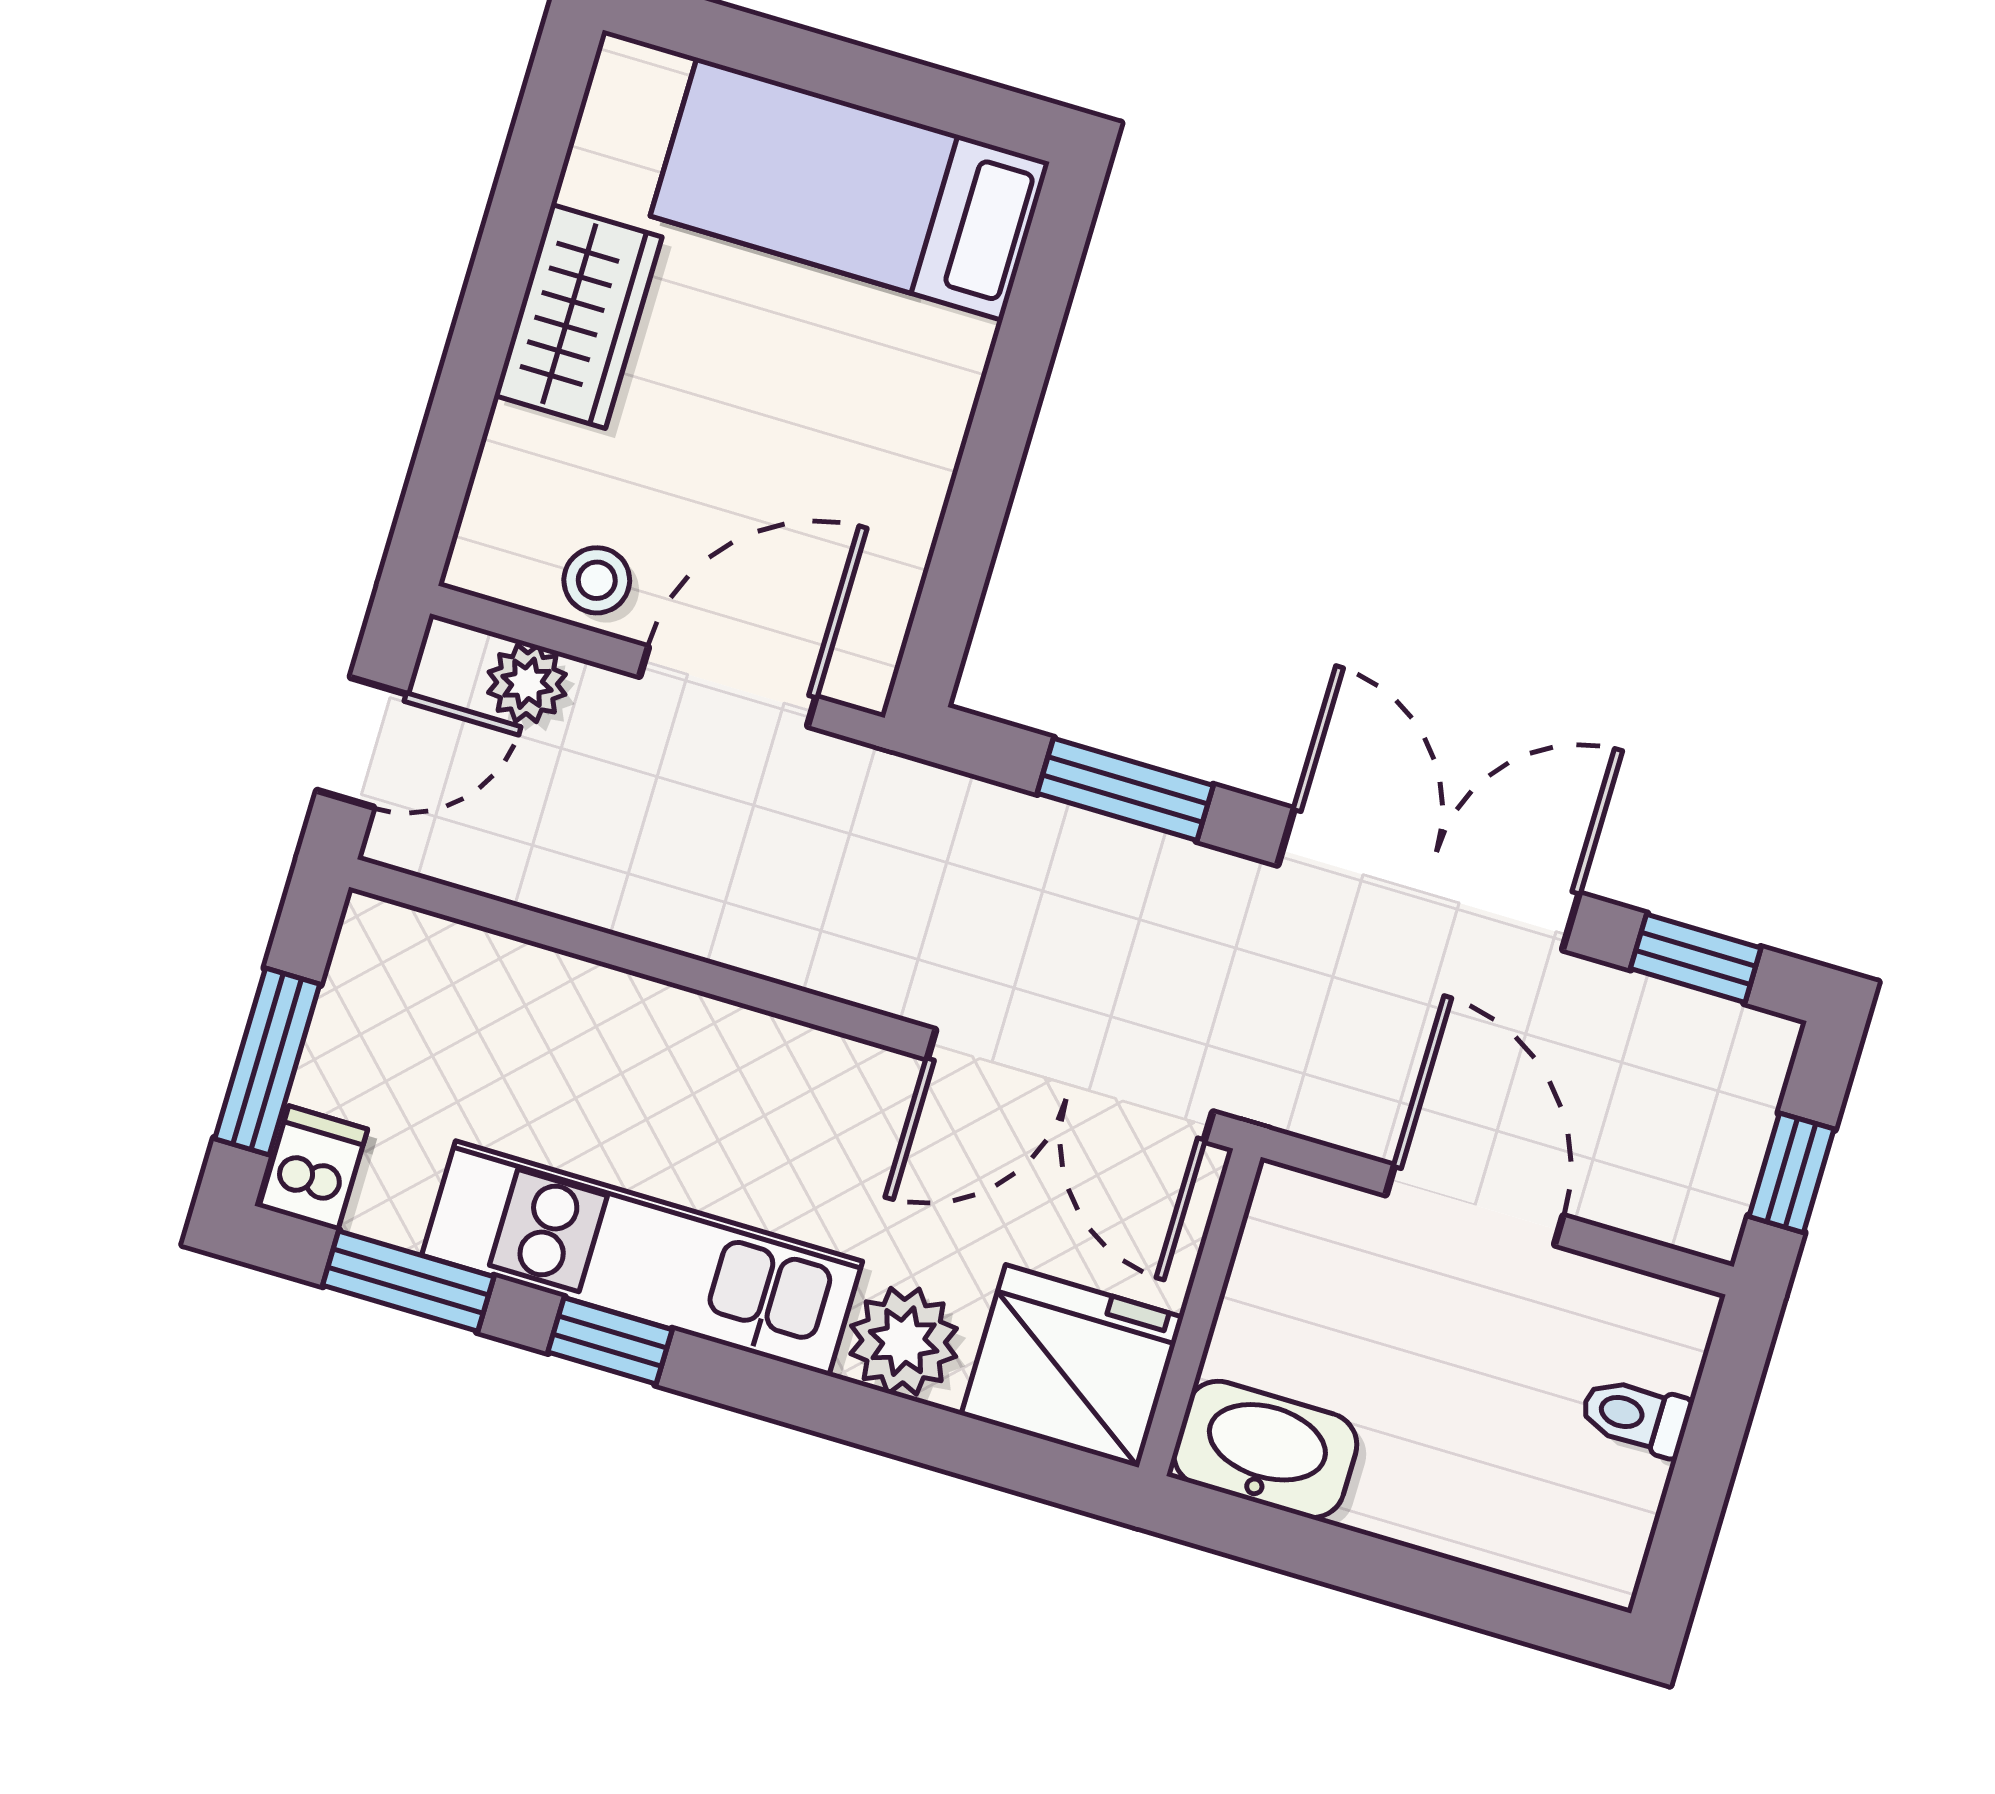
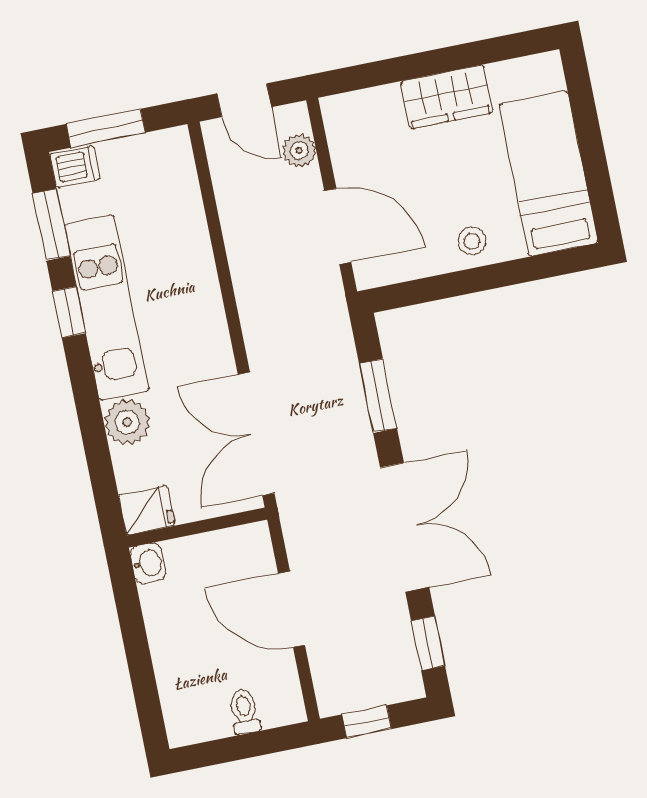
stool: (597, 580) -> (472, 241), moved
door: (1474, 1205) -> (292, 609), swing flipped
fridge: (1072, 1366) -> (147, 510), width x0.53, depth x0.75
washbasin: (1265, 1449) -> (148, 563), width x0.52, depth x0.69

